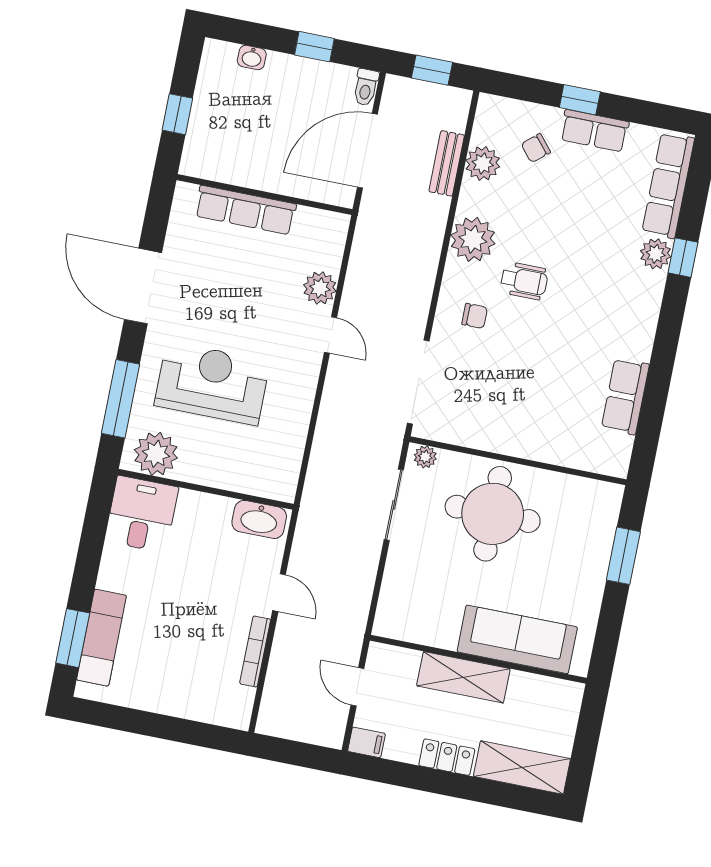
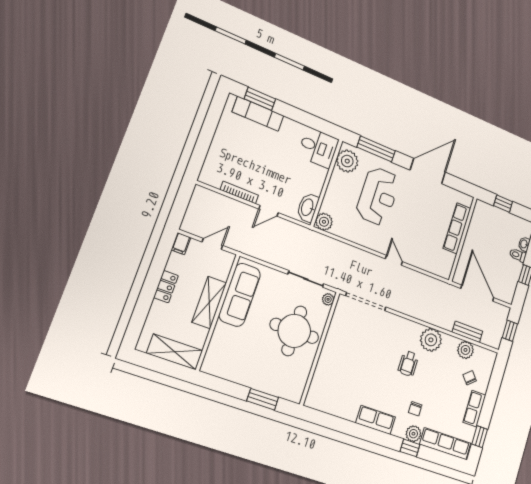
toilet: (366, 87) -> (518, 255), moved
window: (580, 100) -> (480, 437), moved
plant: (320, 288) -> (324, 222), moved
chair: (475, 316) -> (415, 409), moved
door: (331, 335) -> (394, 260), swing flipped
row of seats: (625, 396) -> (376, 420), moved
sofa: (517, 639) -> (240, 295), moved
shelving: (522, 768) -> (175, 352), moved, turned 90

